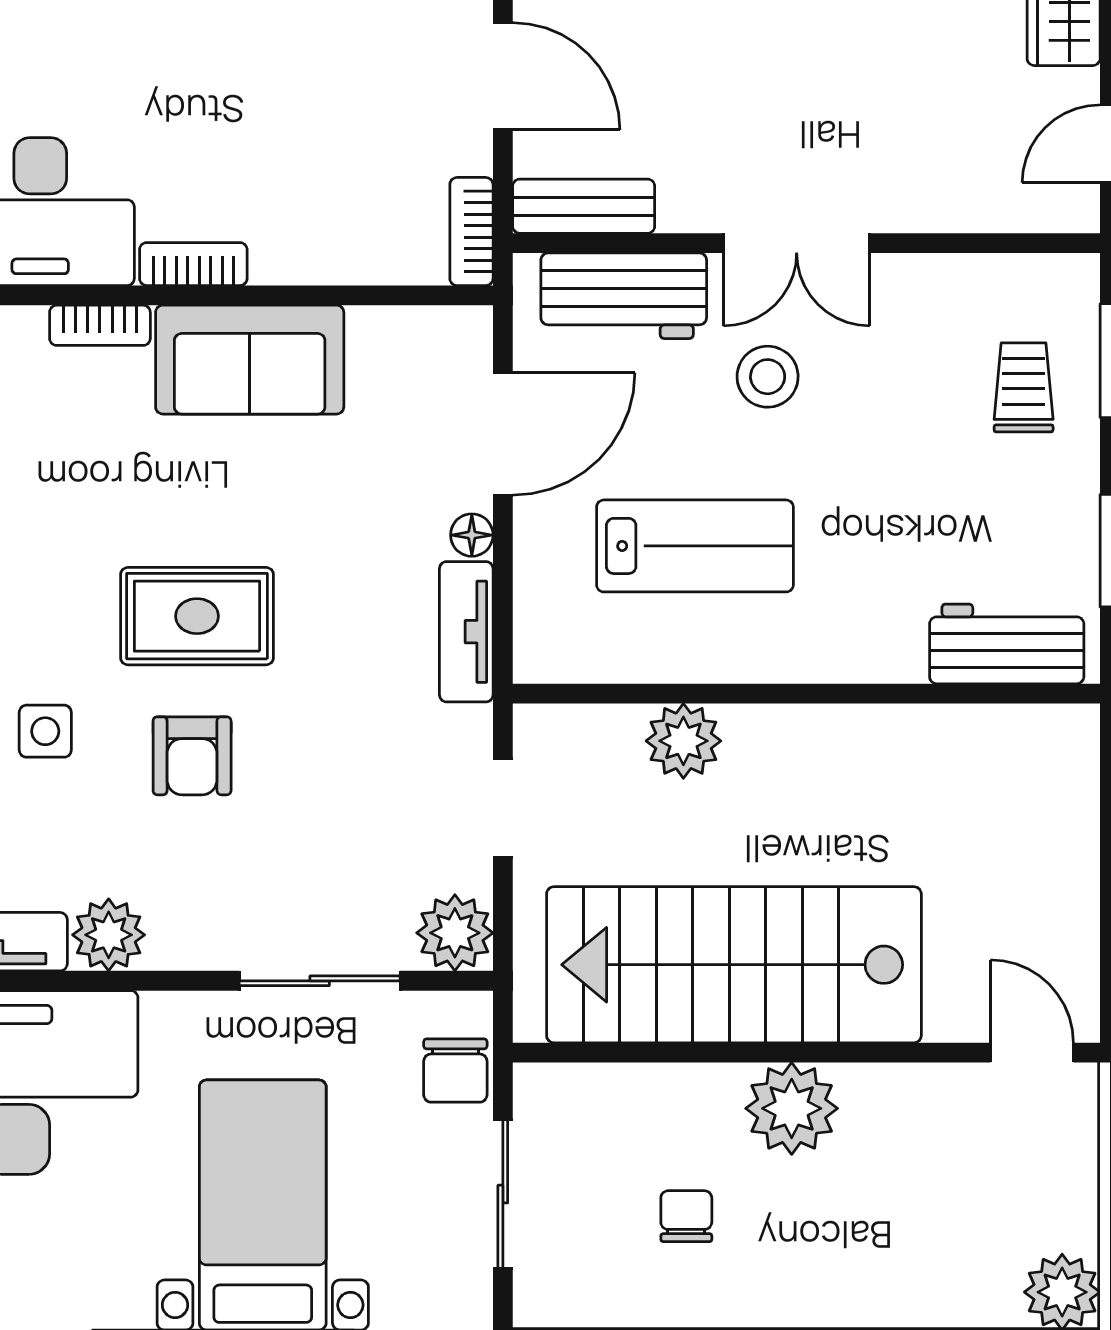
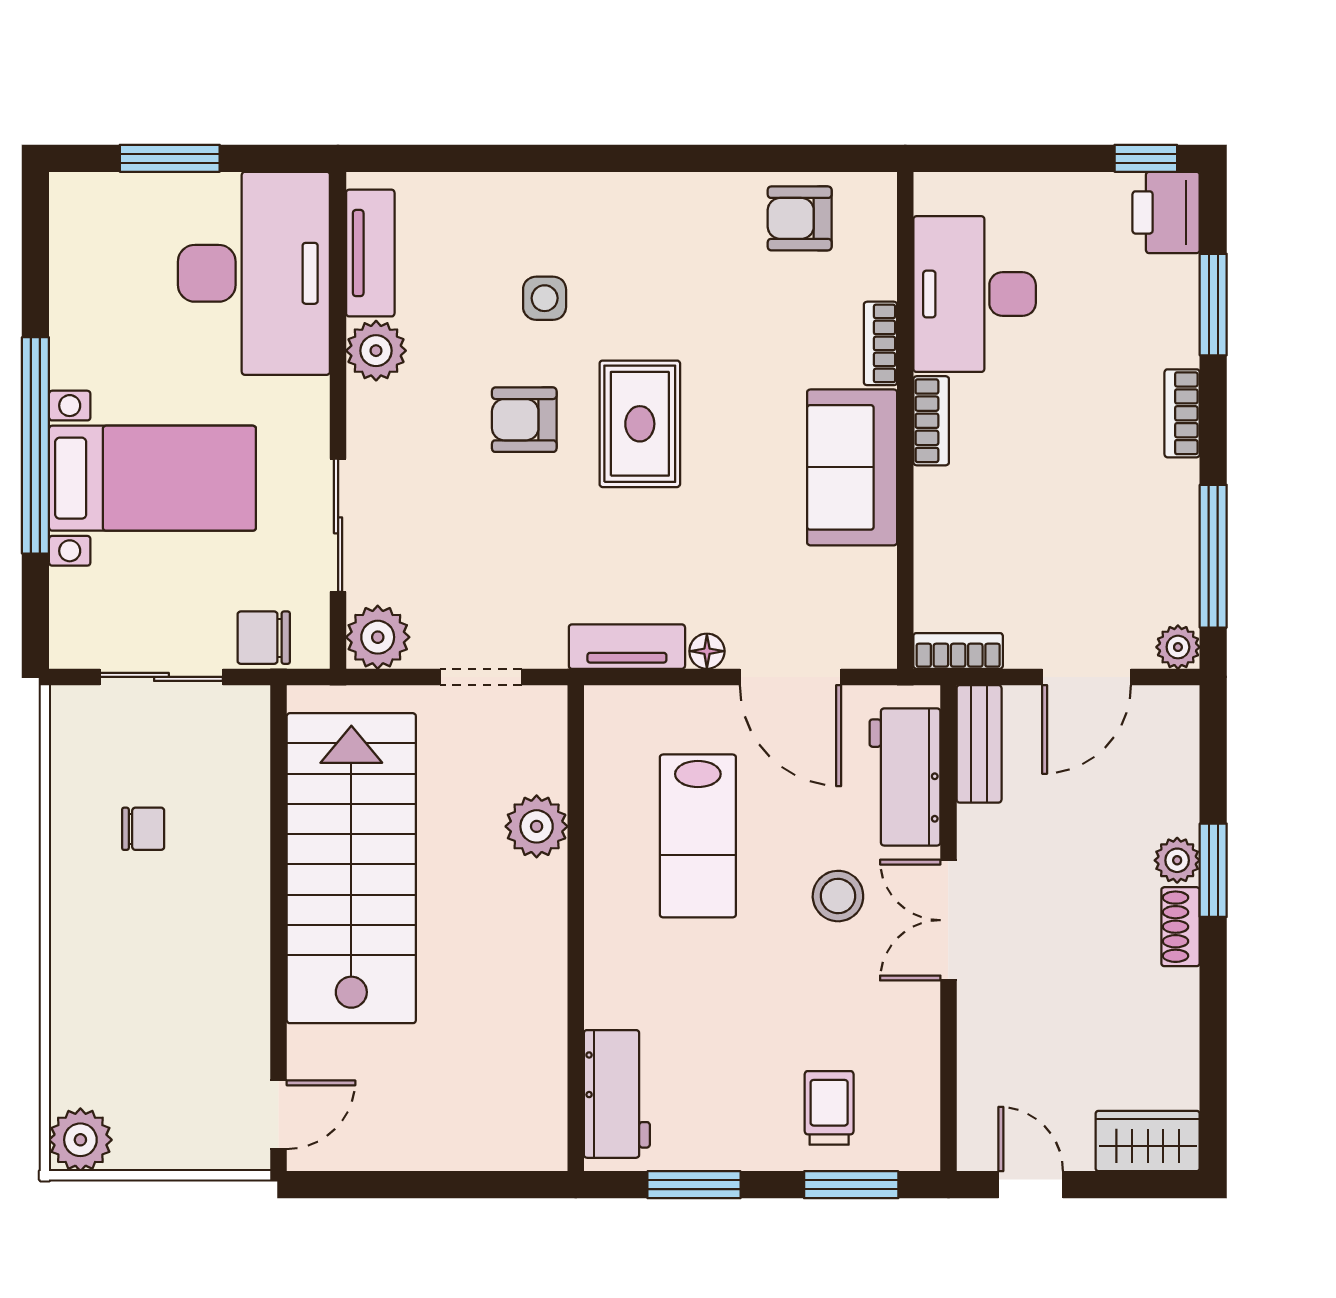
trolley: (1024, 387) -> (829, 1108), turned -90
plant: (792, 1108) -> (232, 916), removed

